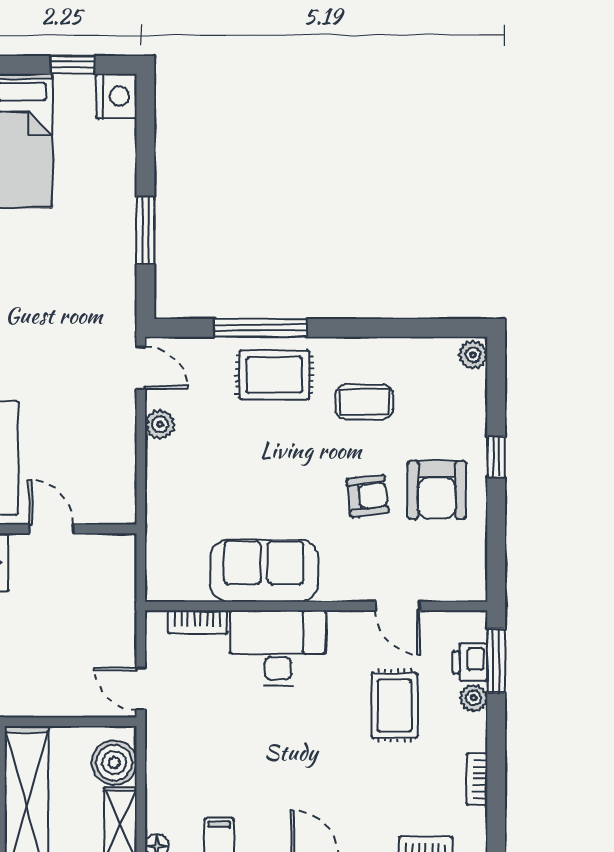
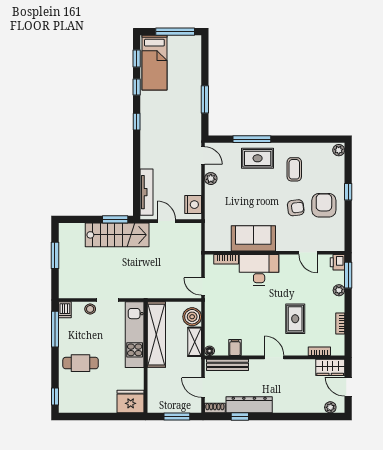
window: (72, 65) -> (175, 32), width x2.17
nightstand: (116, 96) -> (193, 205), moved
coffee table: (364, 402) -> (294, 169), turned 90
armchair: (437, 490) -> (324, 205), turned 180
printer: (470, 662) -> (337, 262), moved
rug: (394, 705) -> (295, 319), moved

